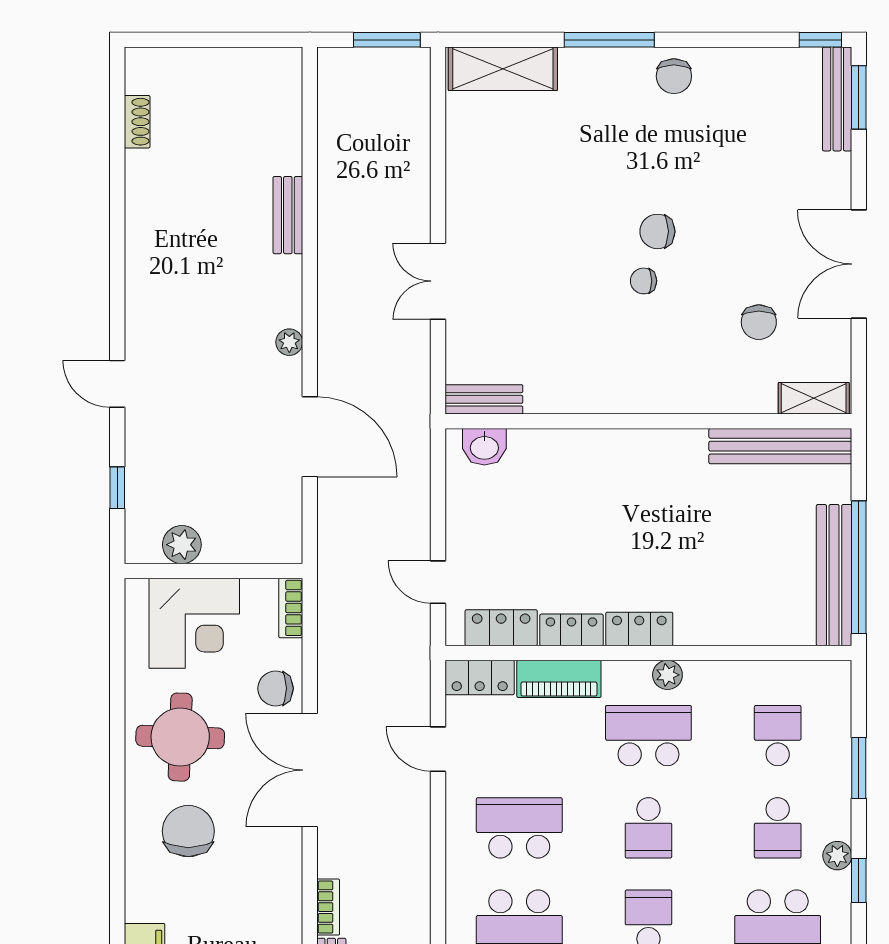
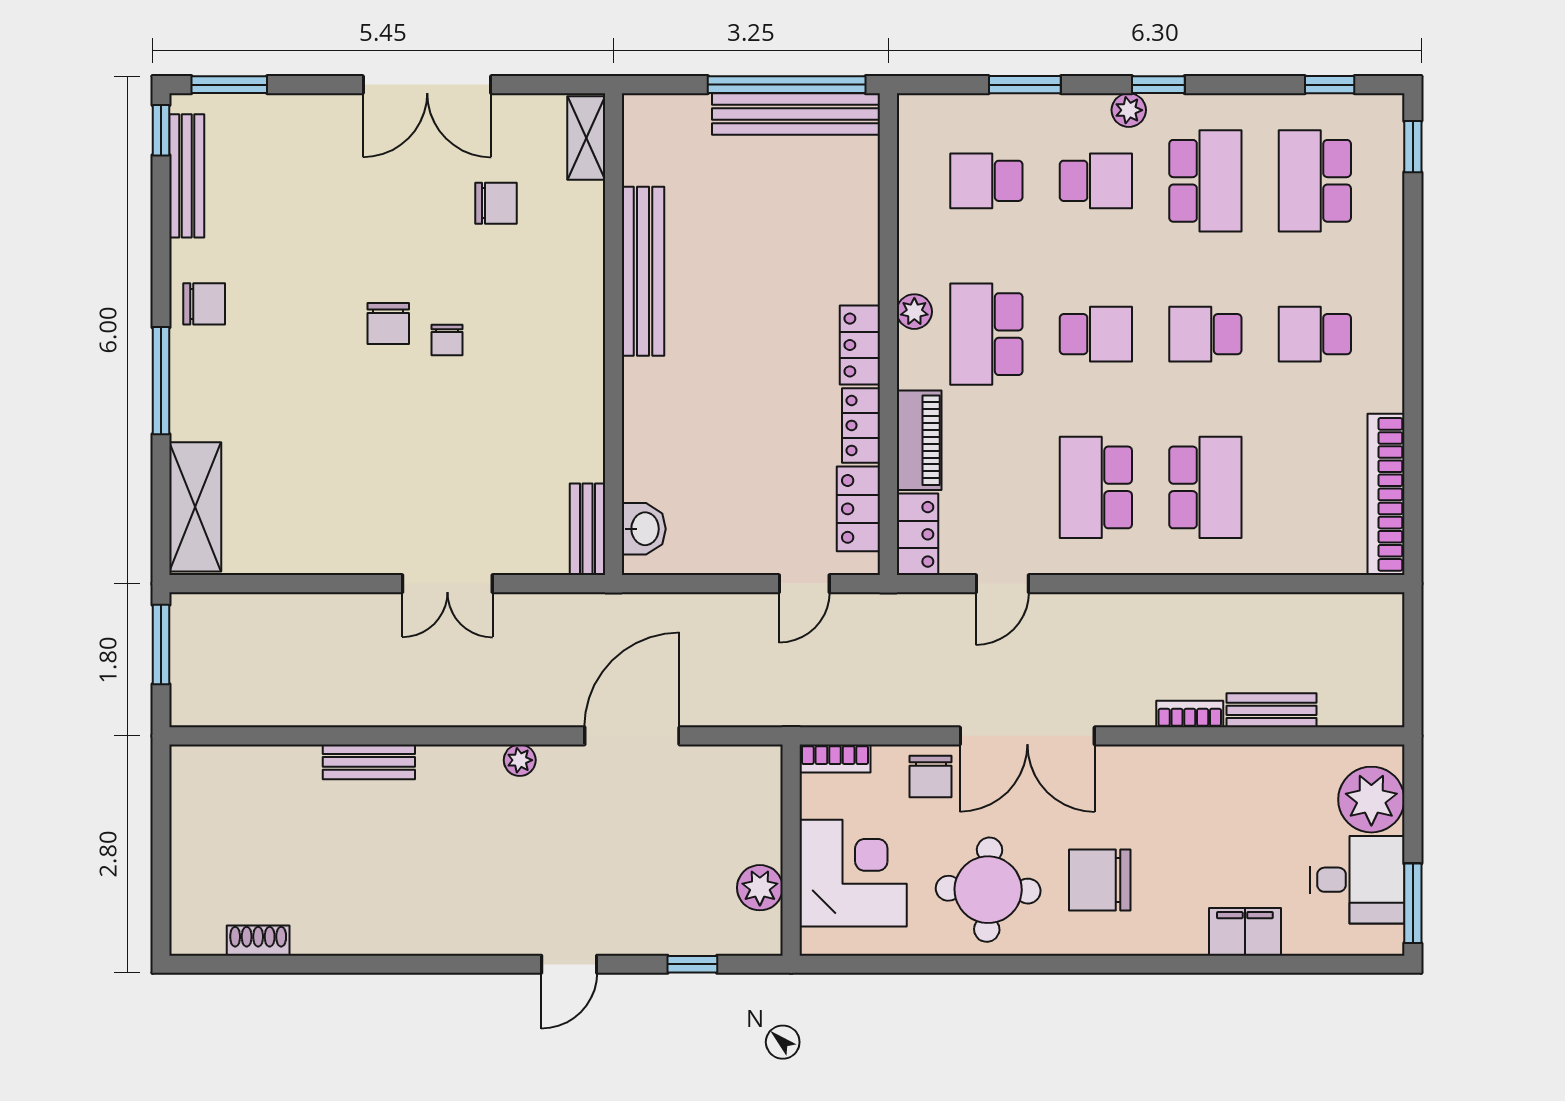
bench: (837, 99) -> (187, 176), moved, turned 90
bench: (780, 446) -> (643, 271), moved

